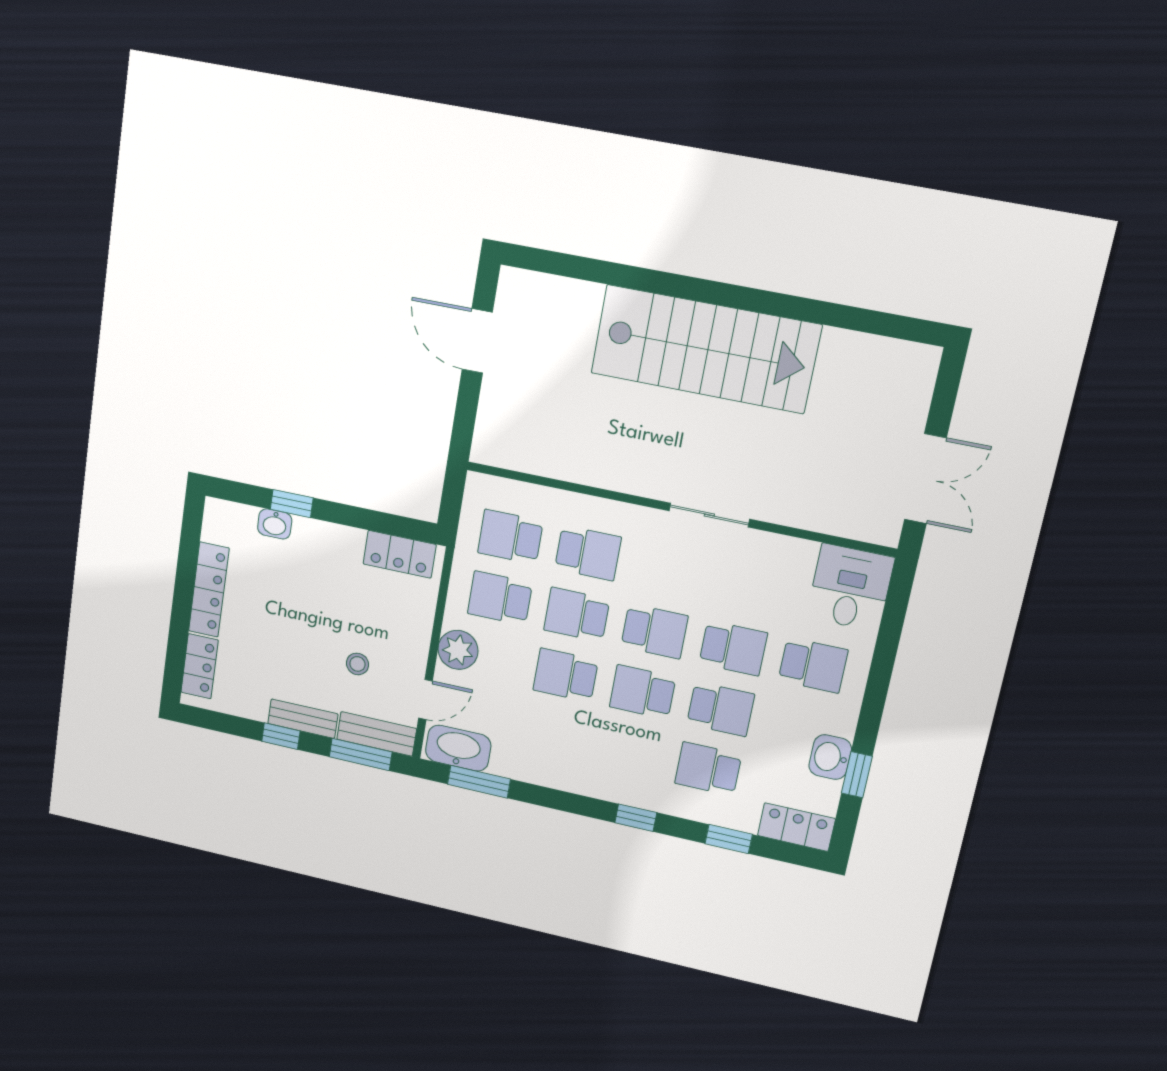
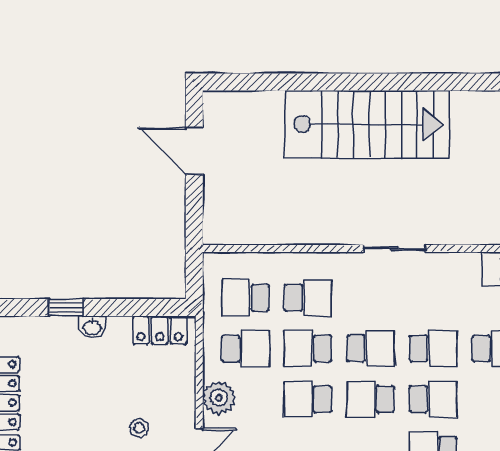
washbasin: (275, 524) -> (92, 327), moved
school desk: (500, 598) -> (245, 348), turned 180

